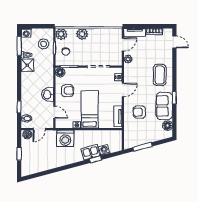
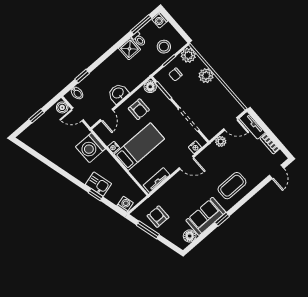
armchair: (139, 112) -> (158, 217), moved
washing machine: (104, 150) -> (125, 204), moved

